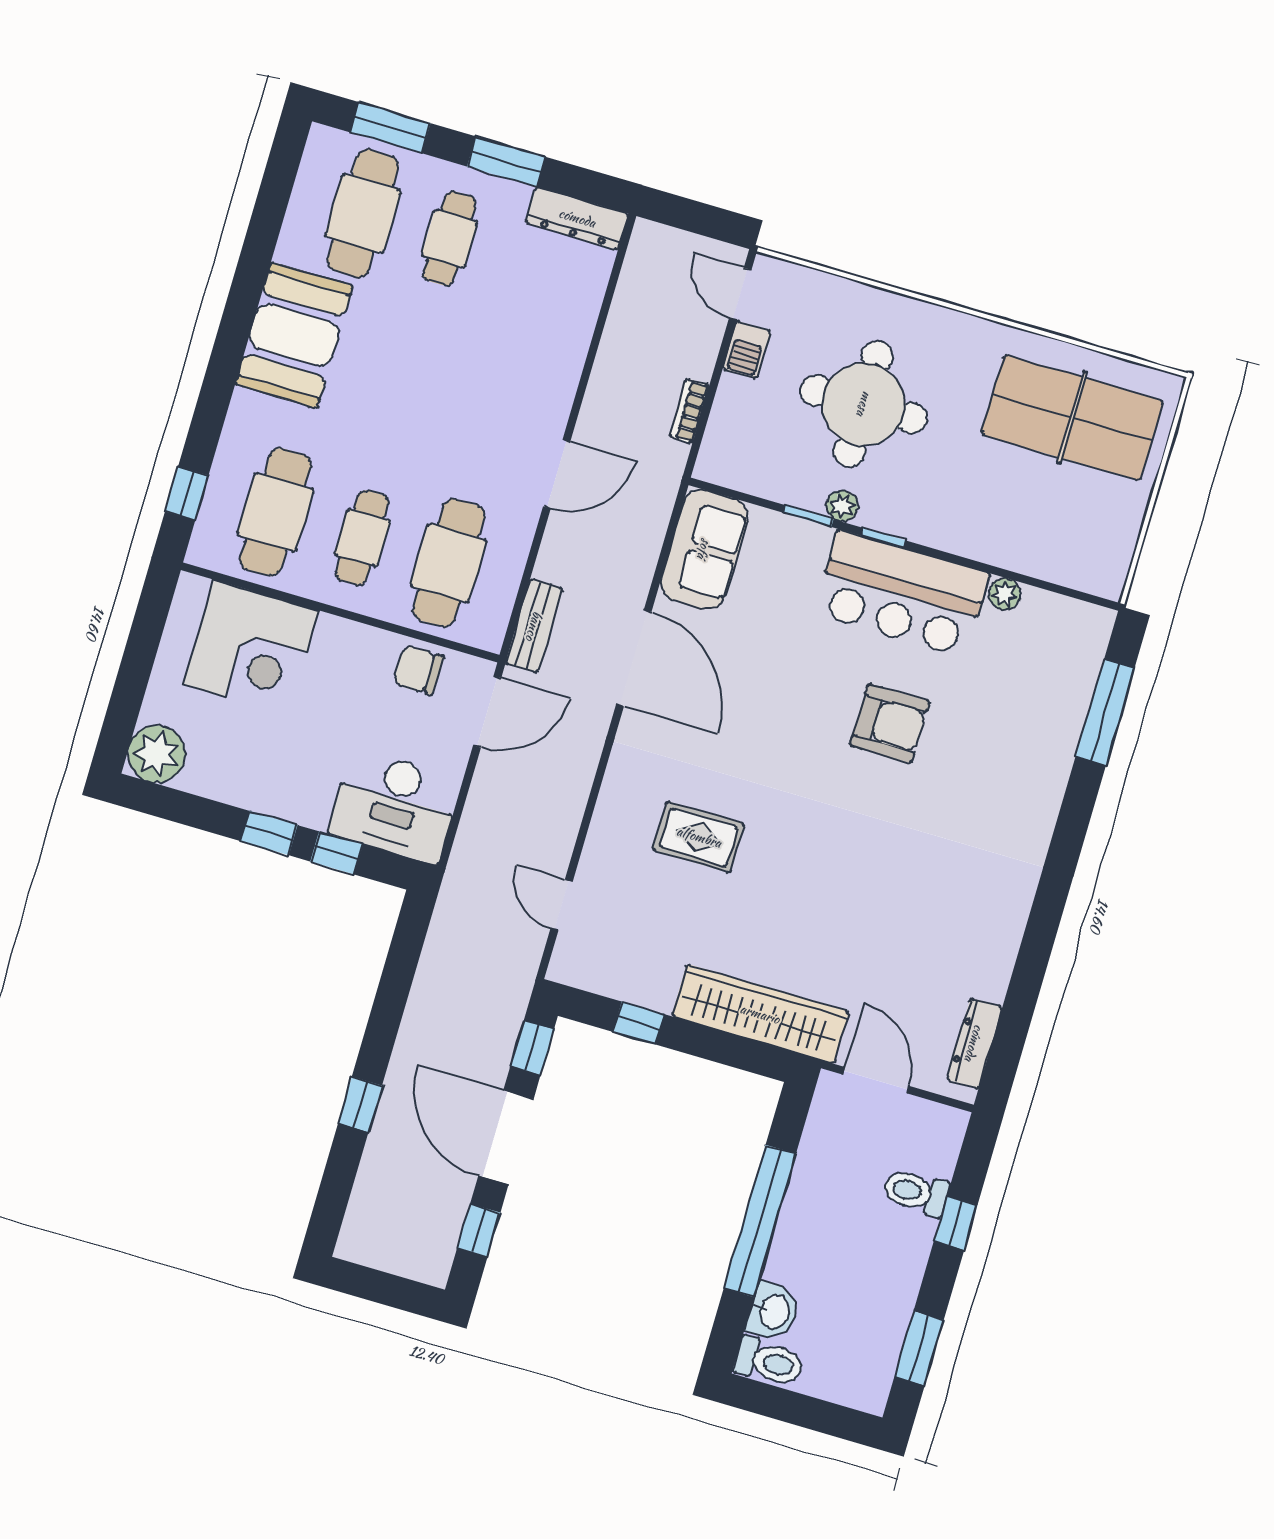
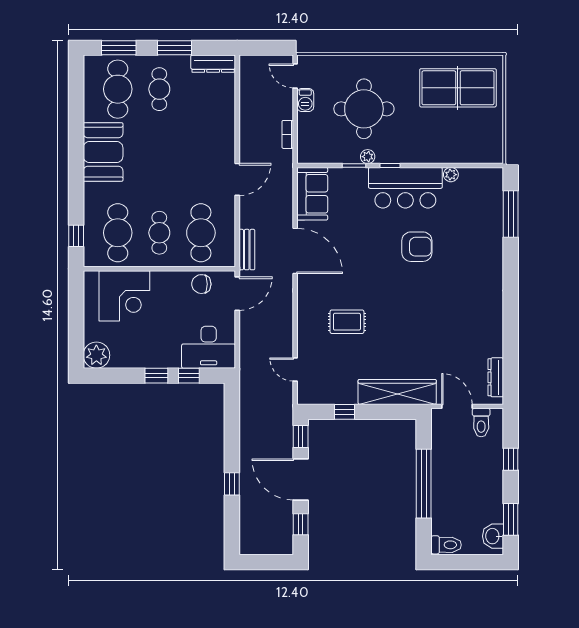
toilet: (916, 1192) -> (481, 423), moved, turned -90
washbasin: (773, 1311) -> (493, 536), moved, turned 180

